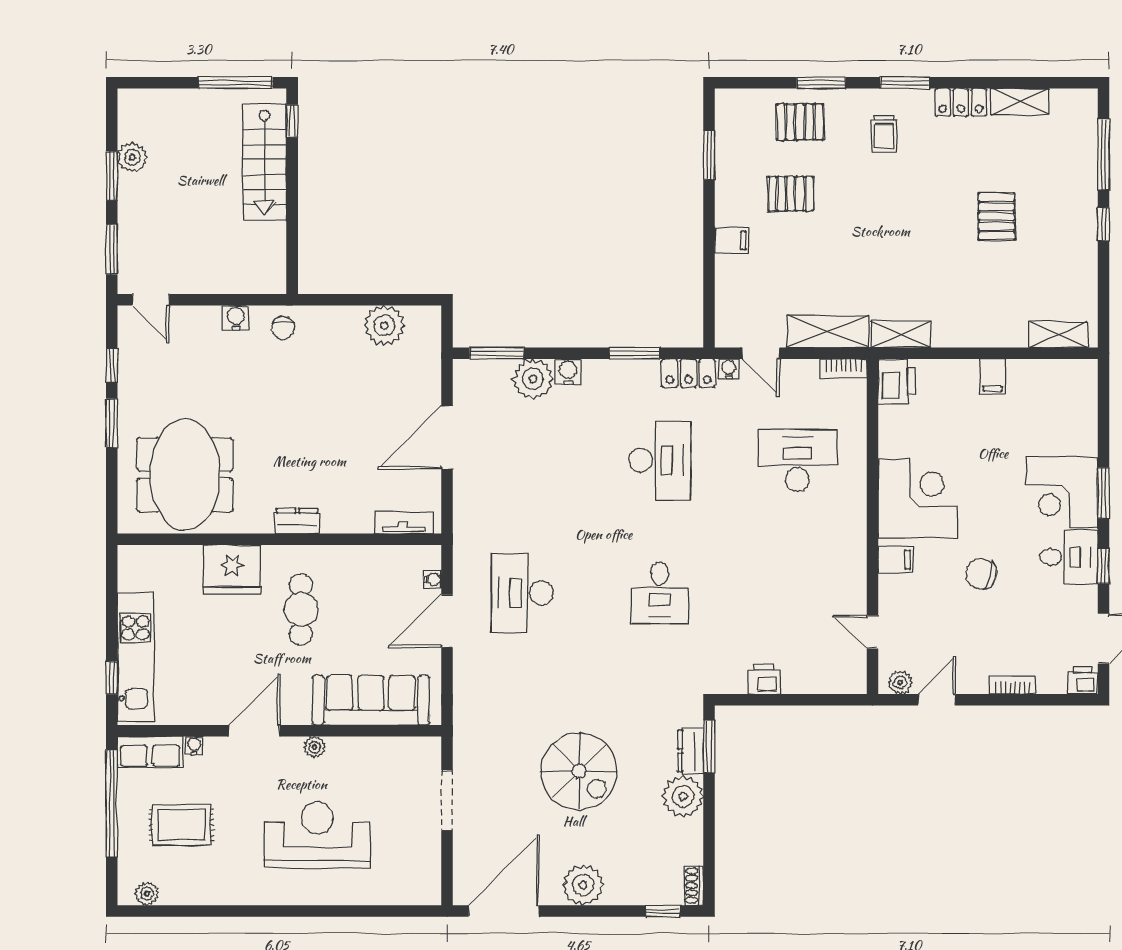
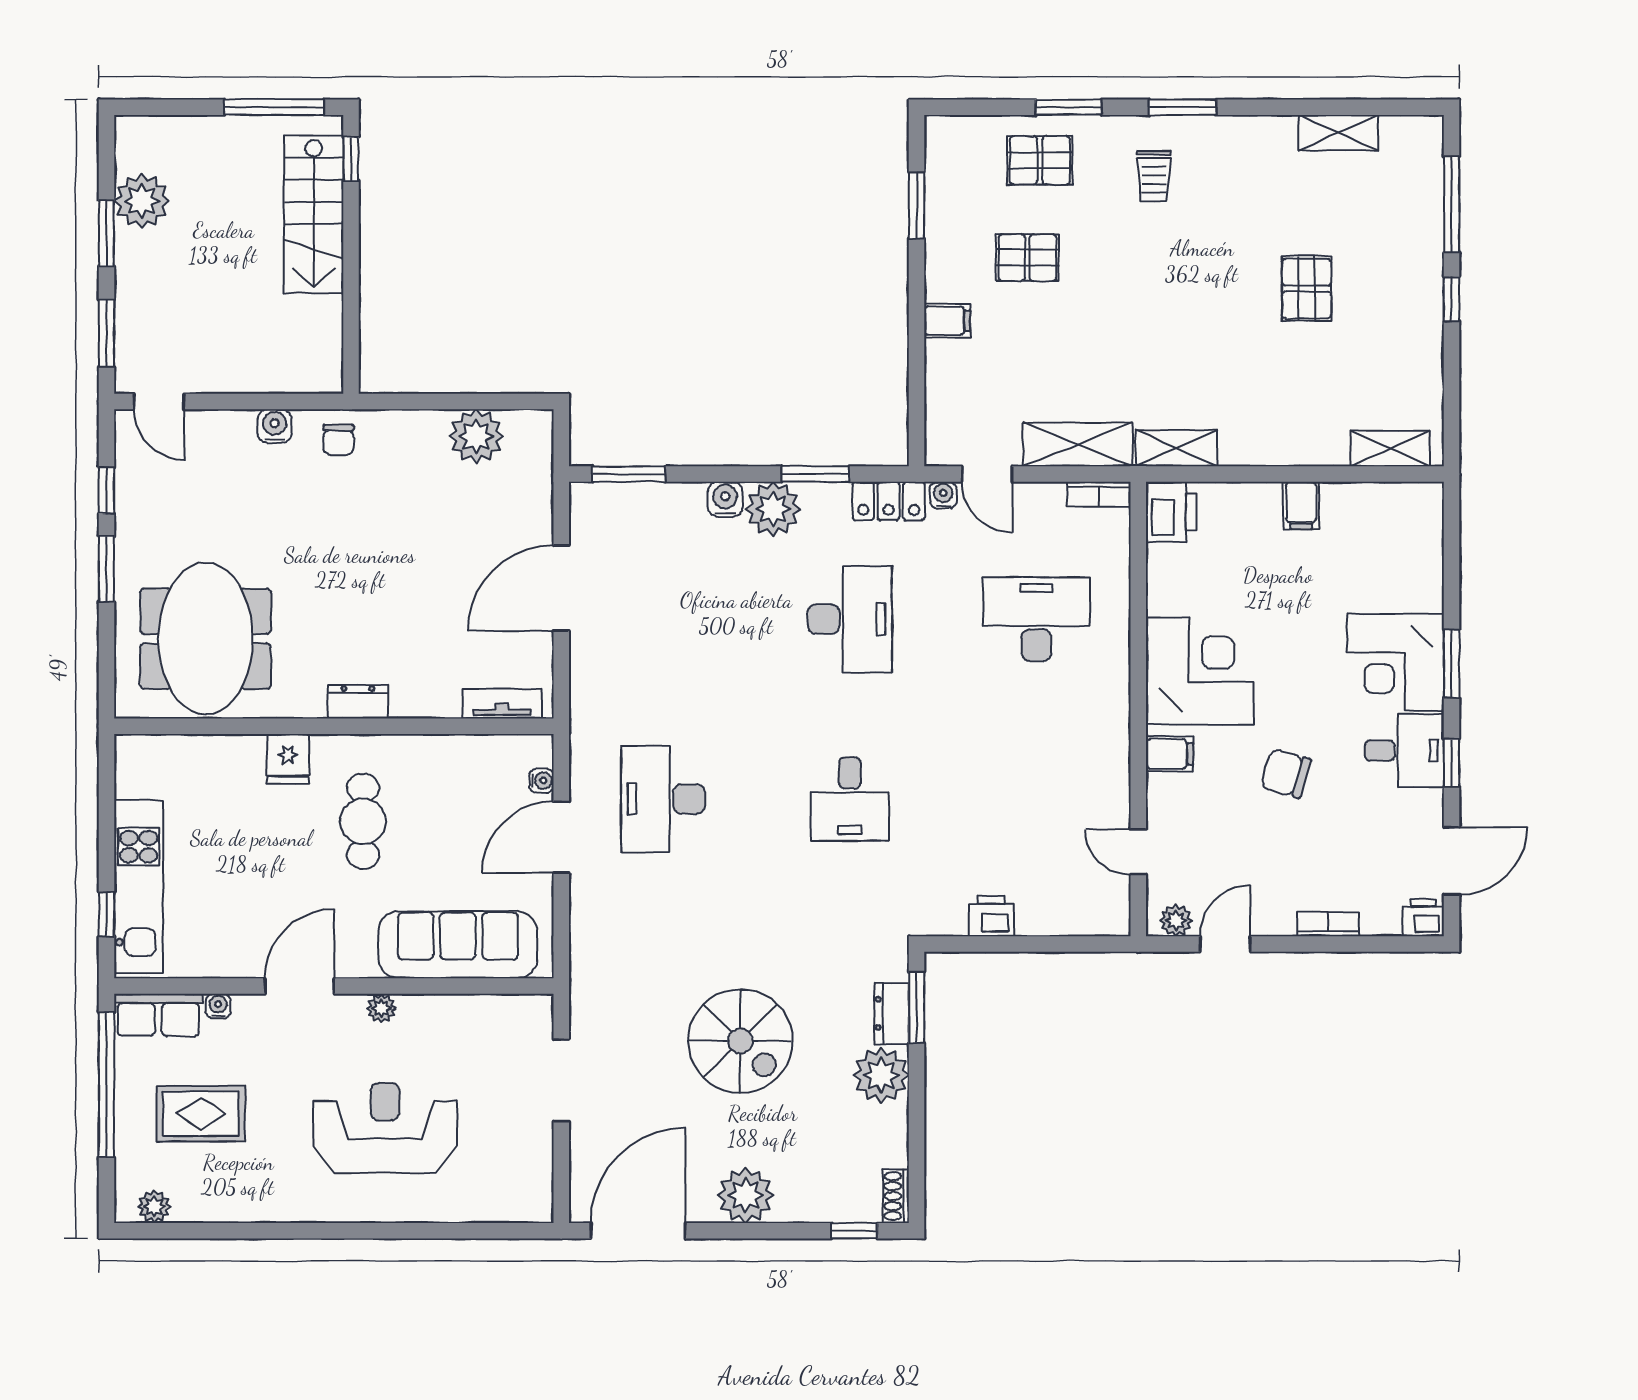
locker: (961, 102) -> (1258, 134), removed
plant: (132, 157) -> (142, 201), width x1.36, depth x1.36
plant: (533, 379) -> (773, 509), moved
fridge: (232, 569) -> (288, 759), width x0.53, depth x0.75

